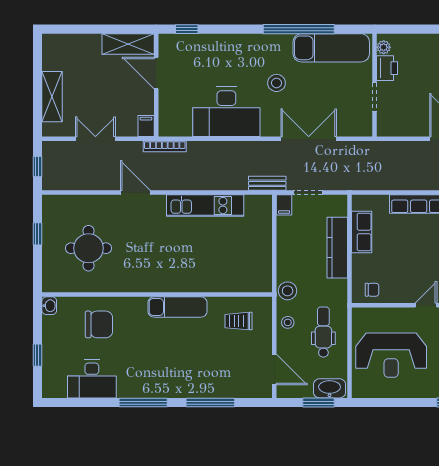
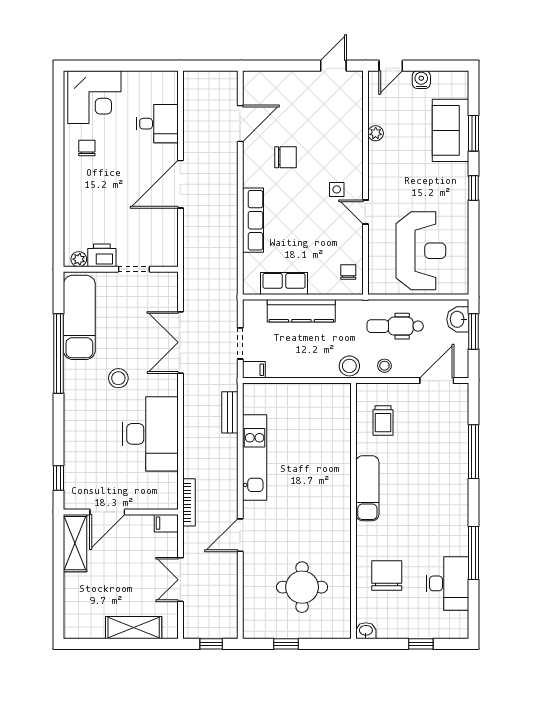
bench: (267, 183) -> (230, 412), moved
washbasin: (330, 388) -> (458, 319), width x0.72
window: (143, 403) -> (474, 553), moved

